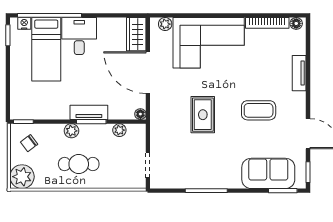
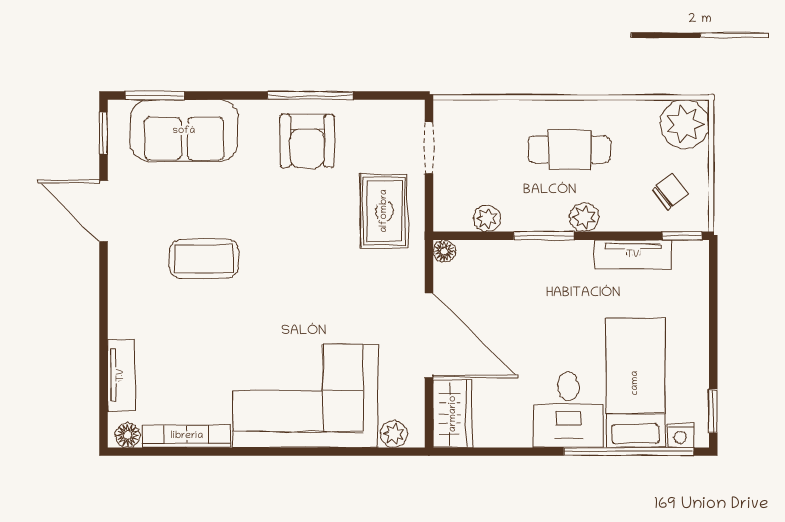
tv unit: (299, 73) -> (121, 375), moved
tv unit: (89, 112) -> (633, 255), moved
rug: (203, 115) -> (384, 211), moved
armchair: (208, 168) -> (307, 141), added

